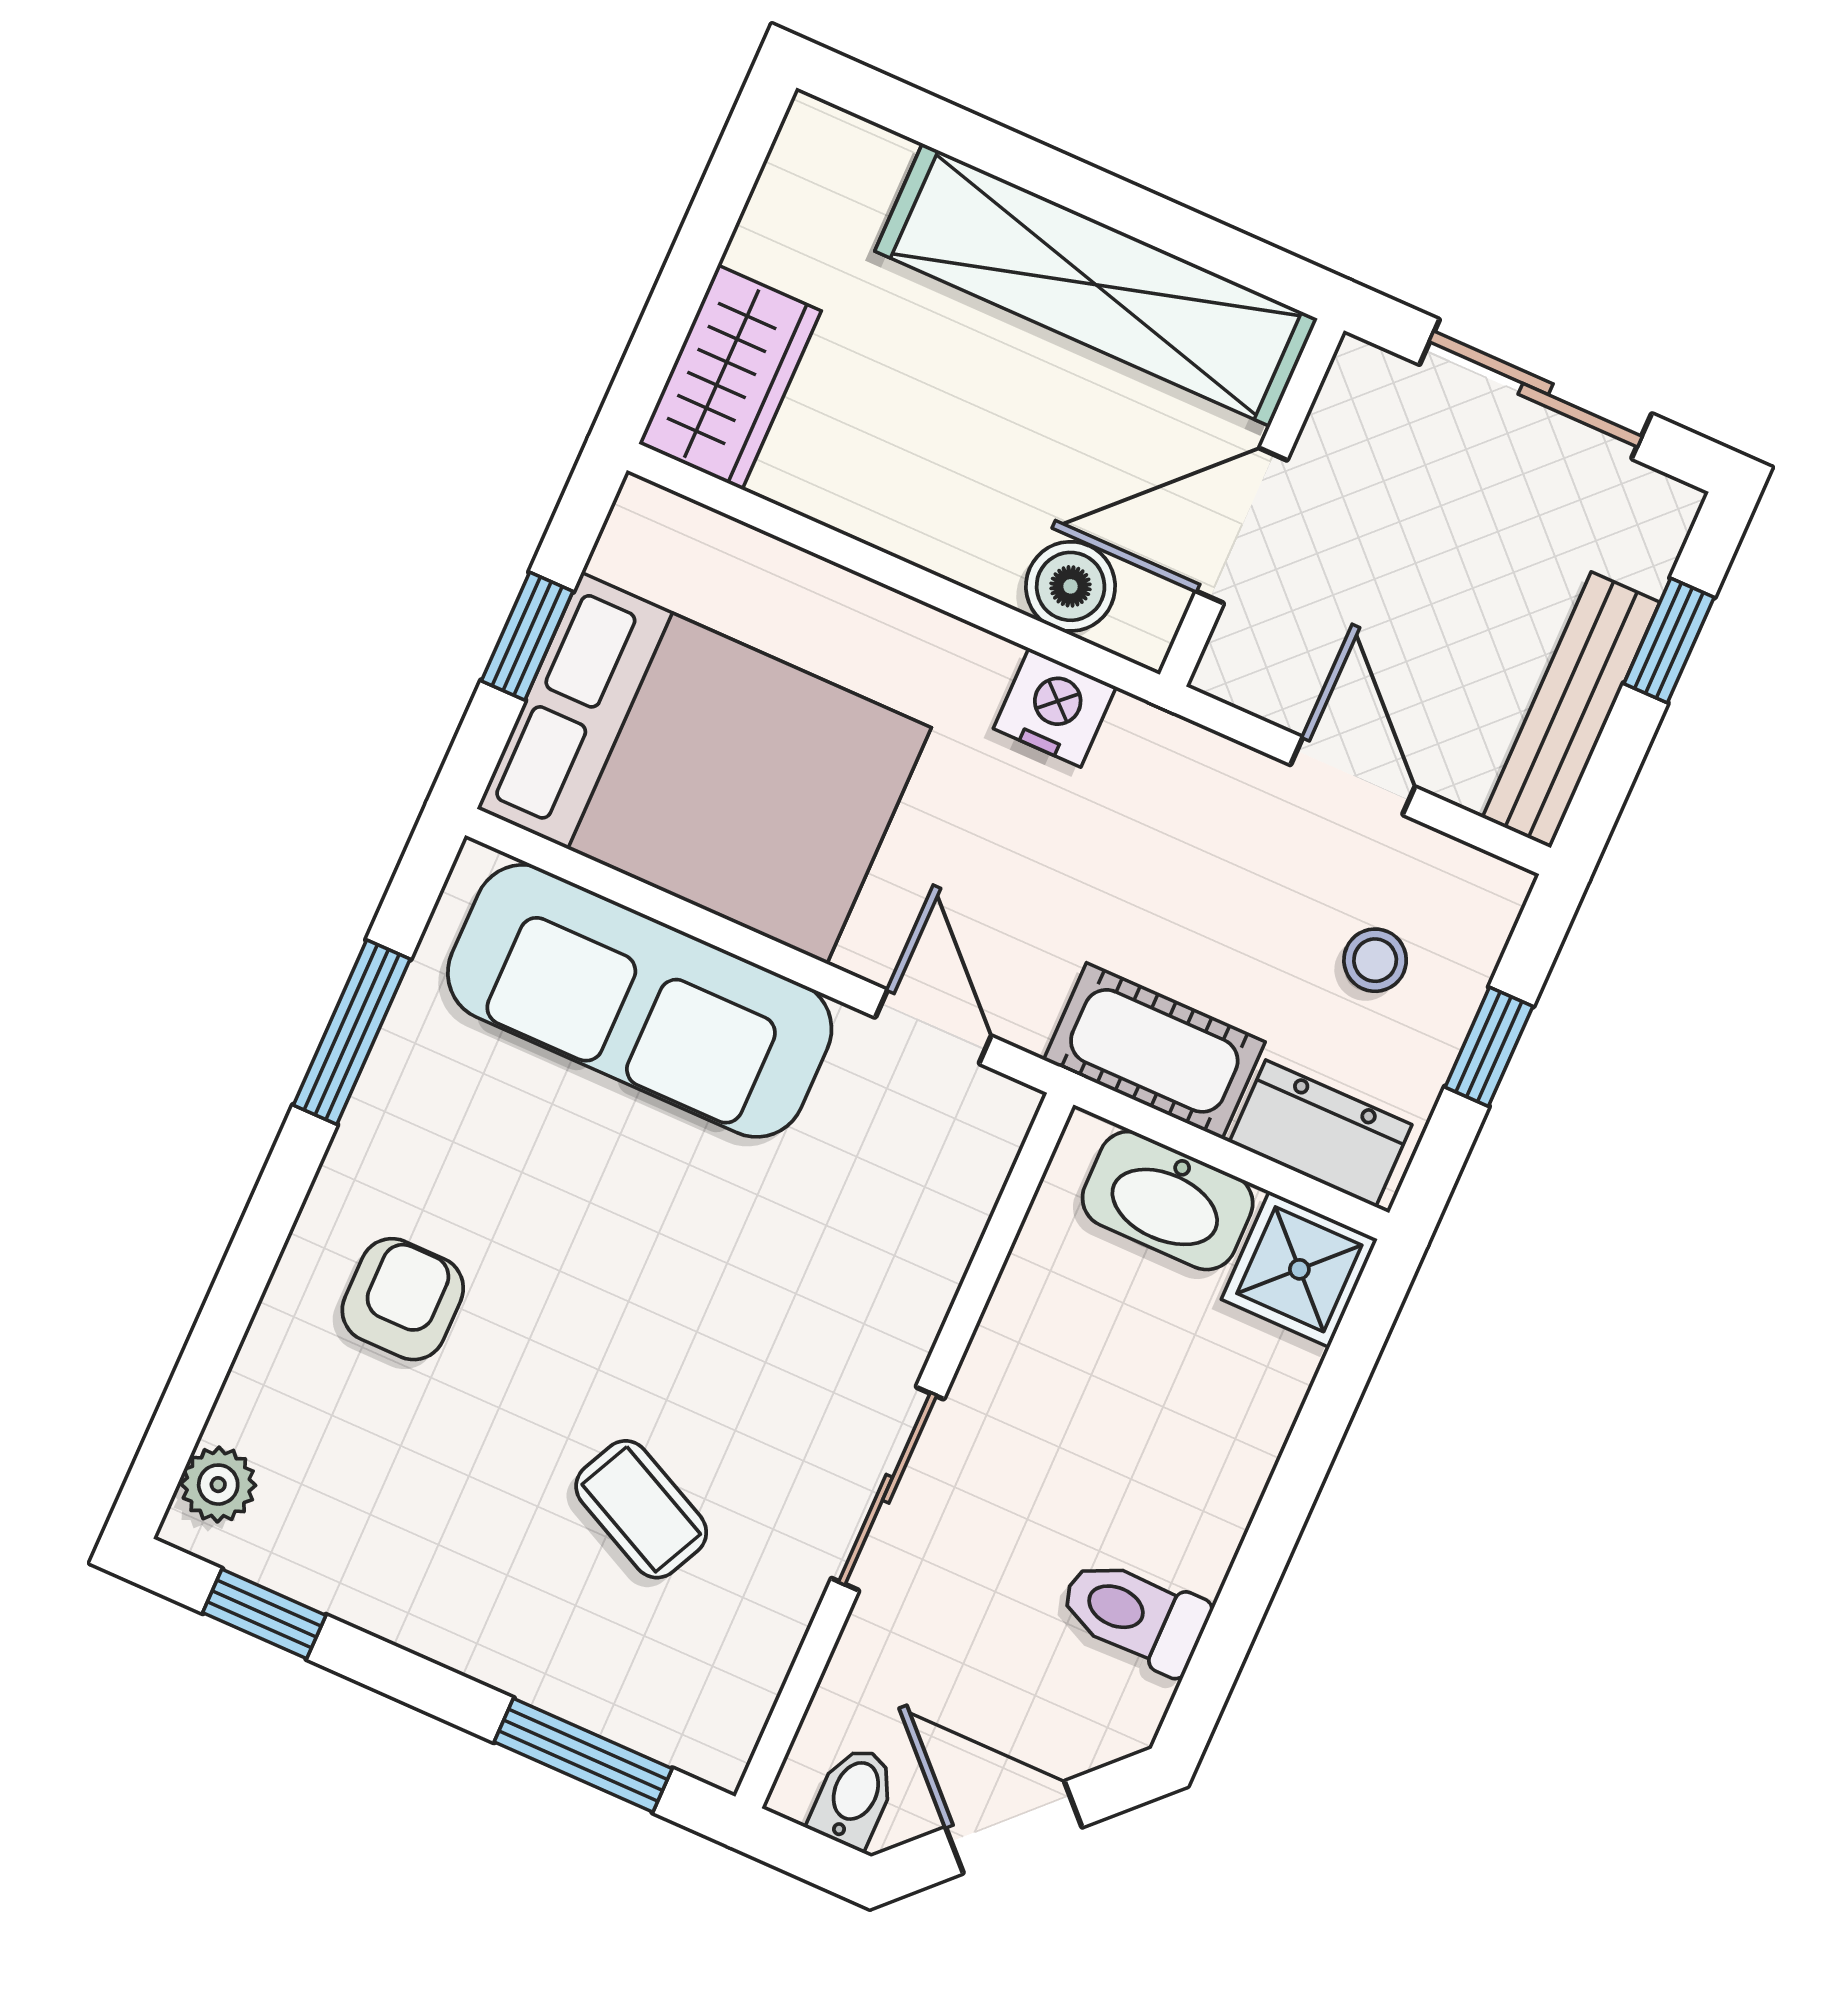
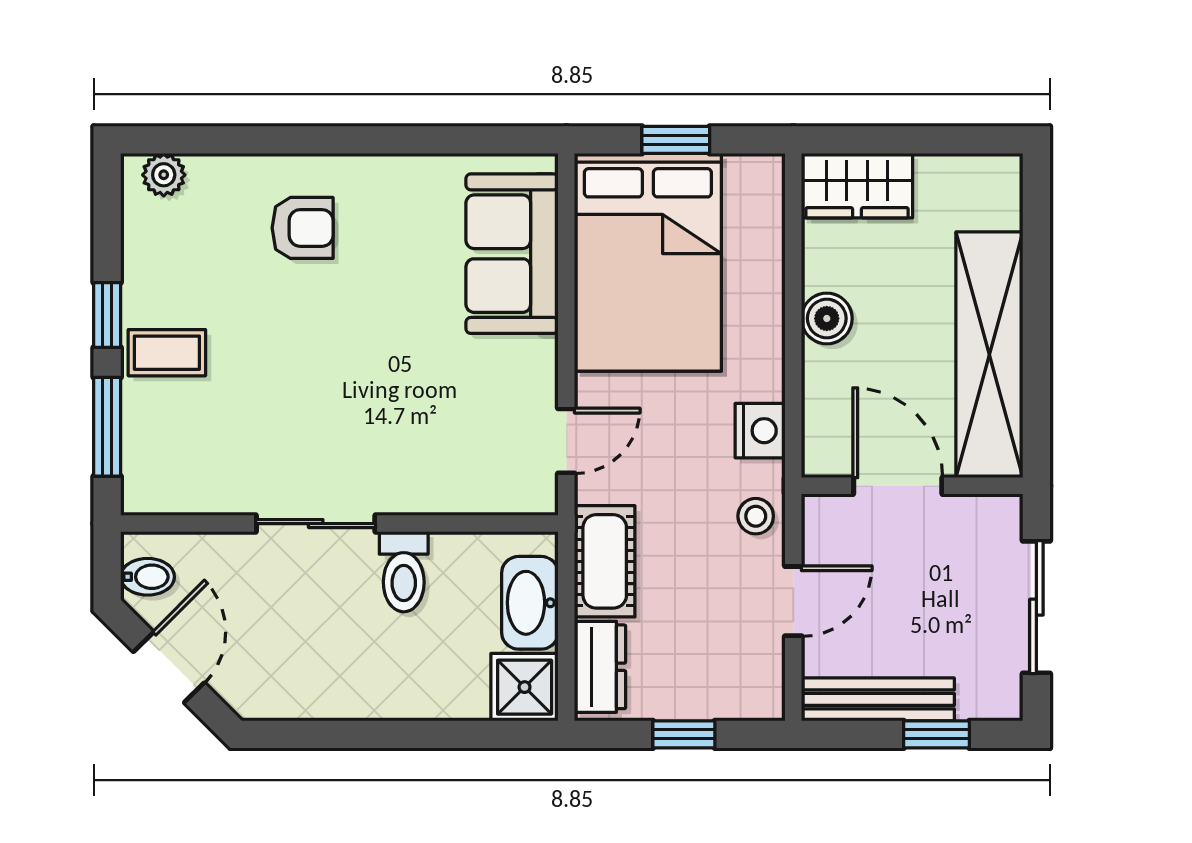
boiler: (1071, 586) -> (827, 318), moved
stool: (1375, 960) -> (756, 516), moved
sofa: (640, 1001) -> (512, 254), width x0.73
window: (352, 1032) -> (430, 140), removed
coffee table: (641, 1509) -> (167, 353), moved, turned 64
window: (264, 1614) -> (107, 315), moved
toilet: (1134, 1615) -> (404, 572), moved, turned 180

